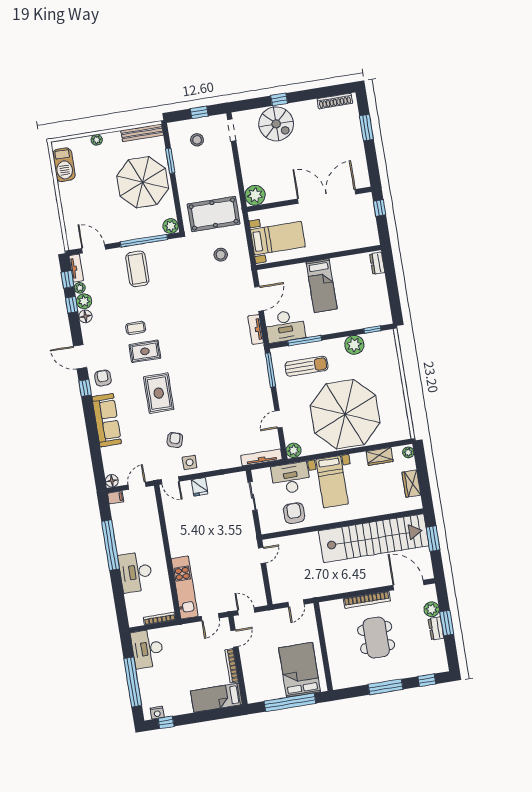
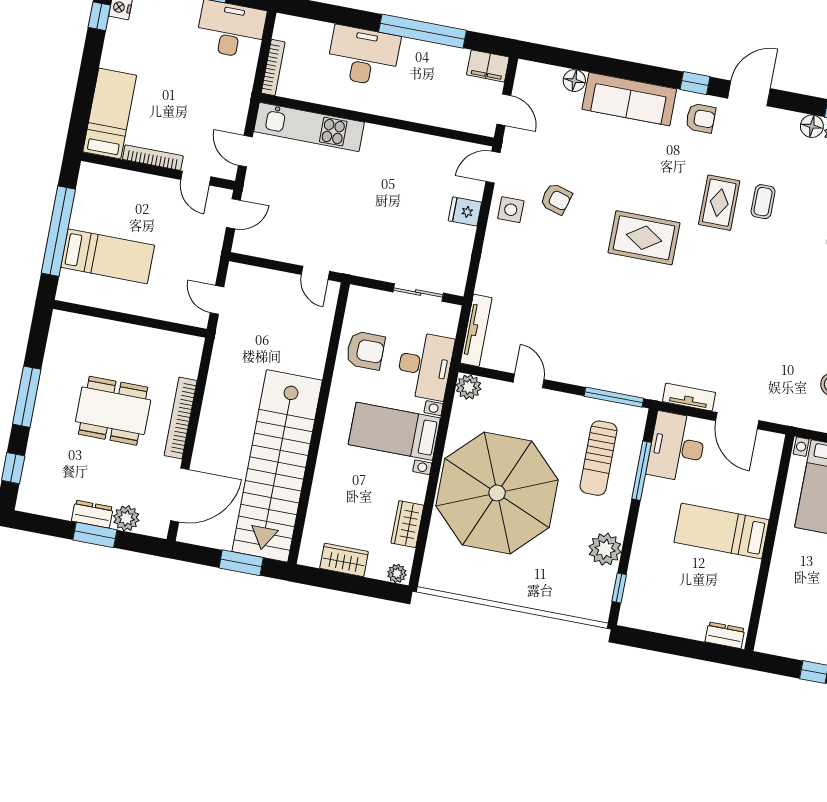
rug: (159, 393) -> (644, 238), moved
floor lamp: (112, 481) -> (574, 81), moved
filing cabinet: (116, 497) -> (488, 66), width x2.00
bed: (300, 670) -> (108, 256), width x0.67

